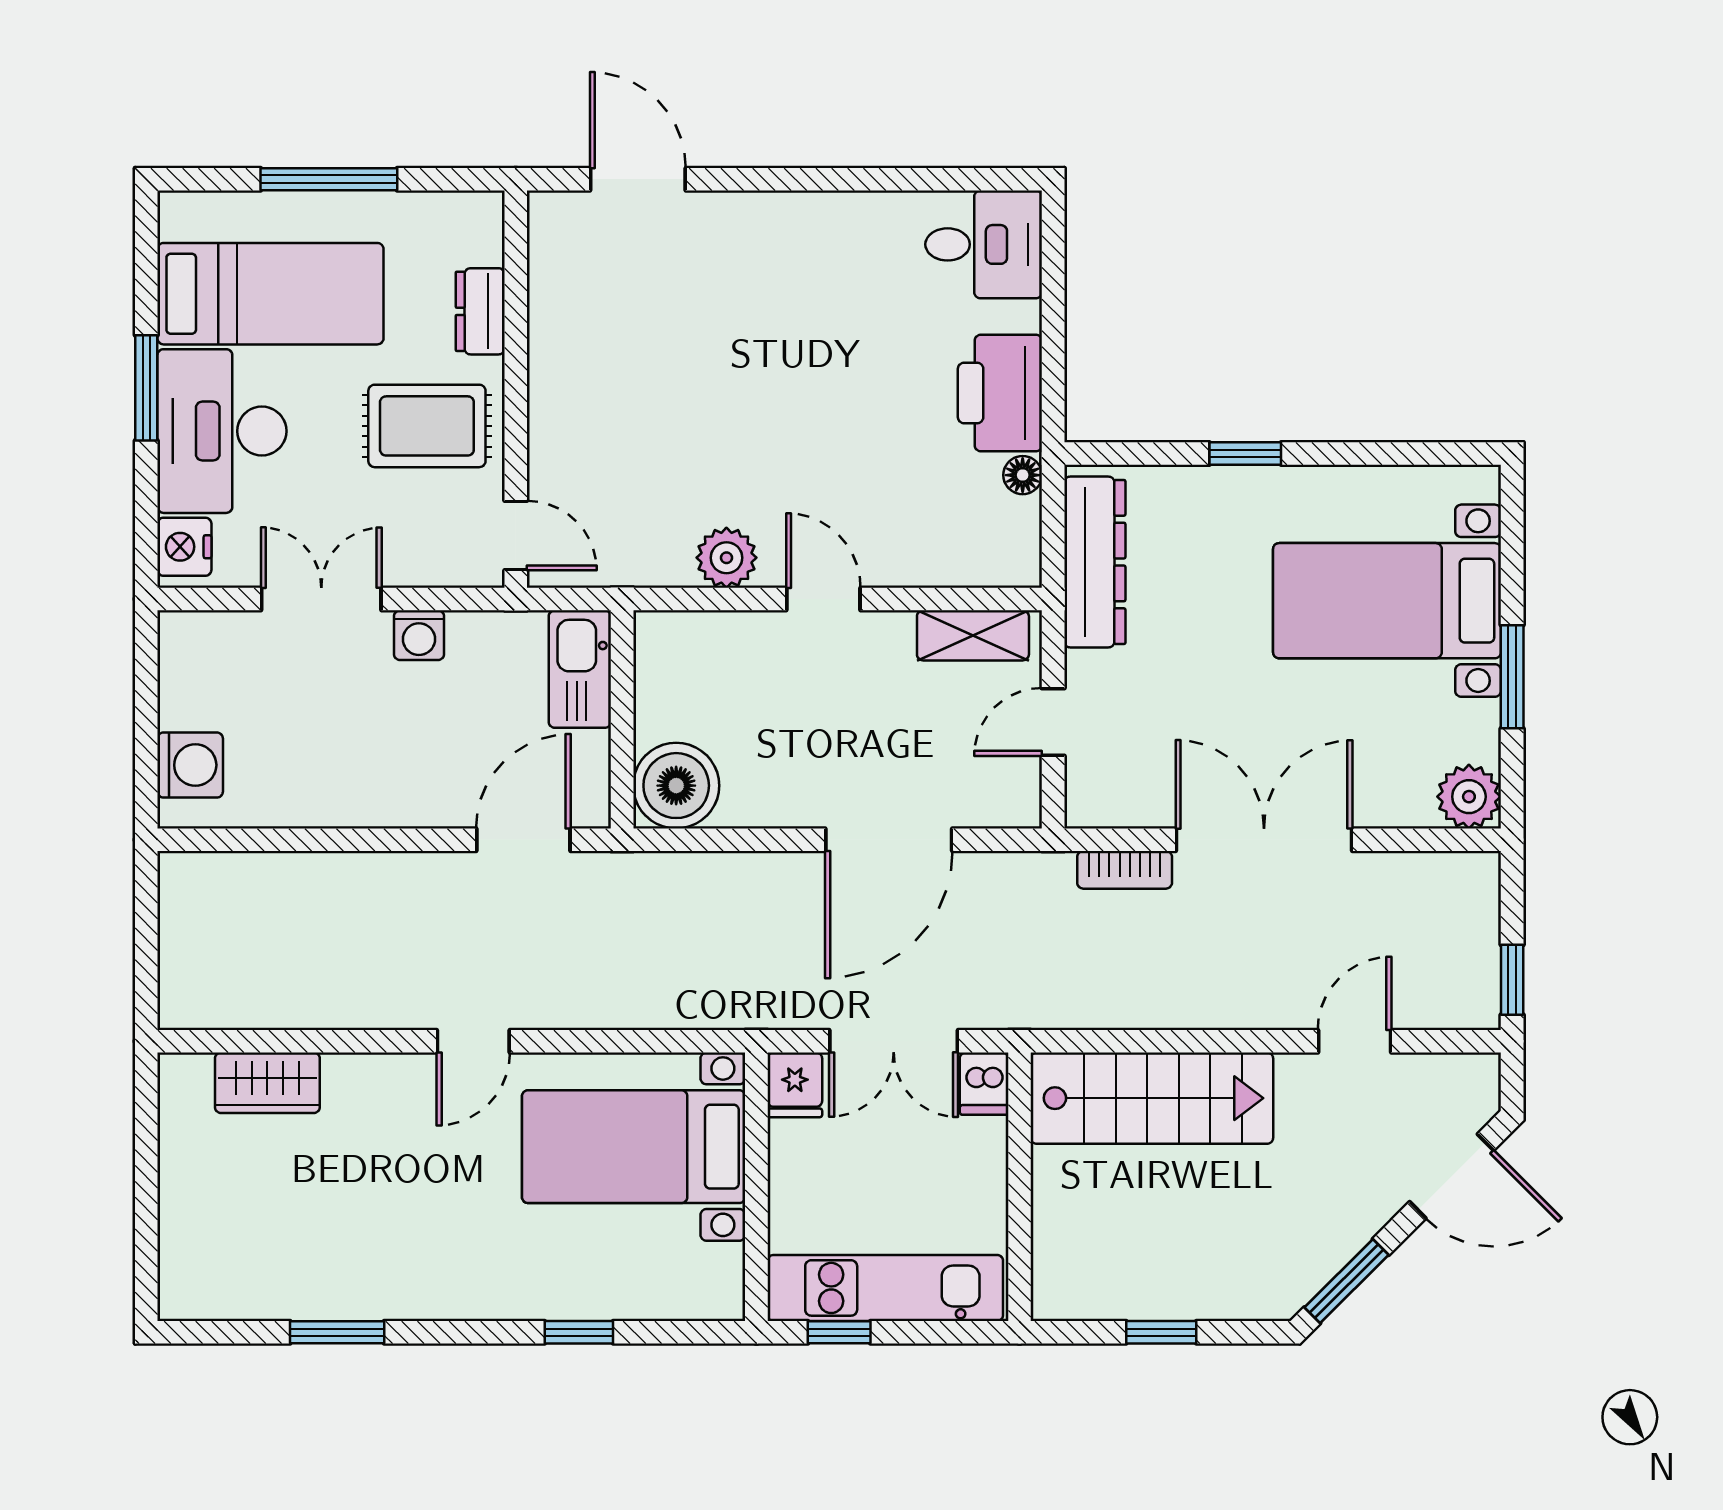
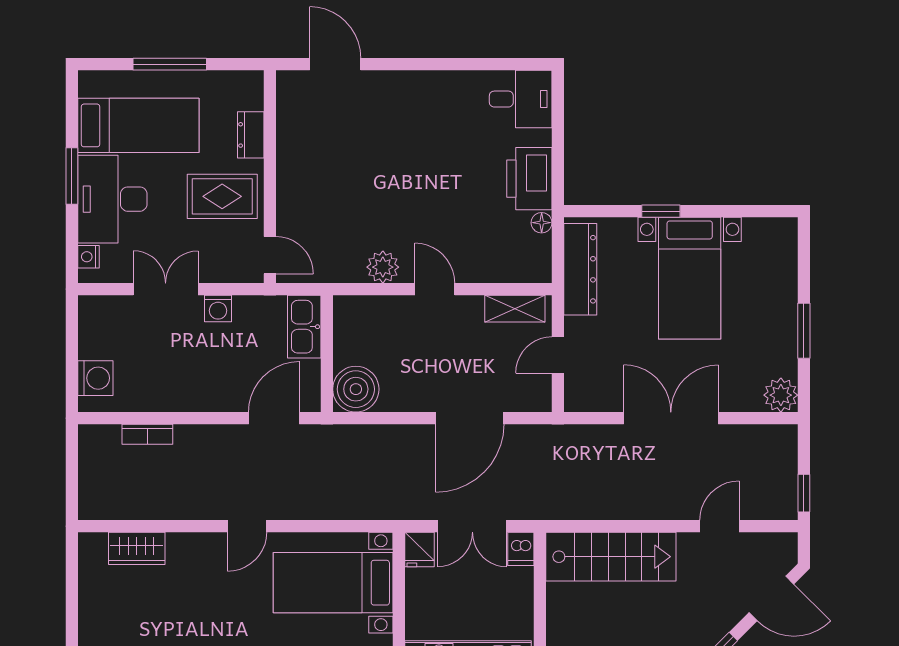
nightstand: (184, 547) -> (88, 257), width x0.72, depth x0.74
bed with nightstands: (1387, 601) -> (690, 278), moved, turned -90
bookcase: (1125, 870) -> (147, 434), moved

